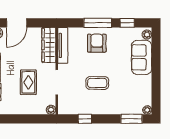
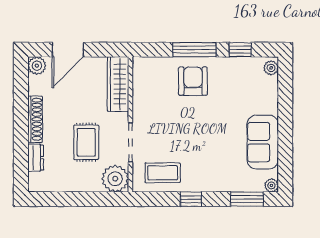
tv unit: (63, 45) -> (140, 85), removed
sofa: (142, 57) -> (263, 142), moved
coffee table: (97, 83) -> (163, 173), moved
plant: (51, 110) -> (115, 179), width x1.87, depth x1.87
window: (85, 119) -> (191, 199), moved

